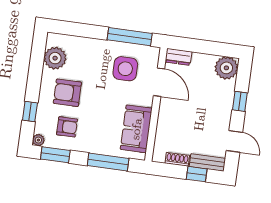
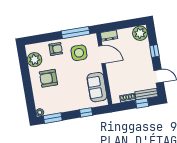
window: (30, 112) -> (29, 97), removed
armchair: (67, 127) -> (56, 49), moved
window: (108, 162) -> (86, 112), width x0.46

